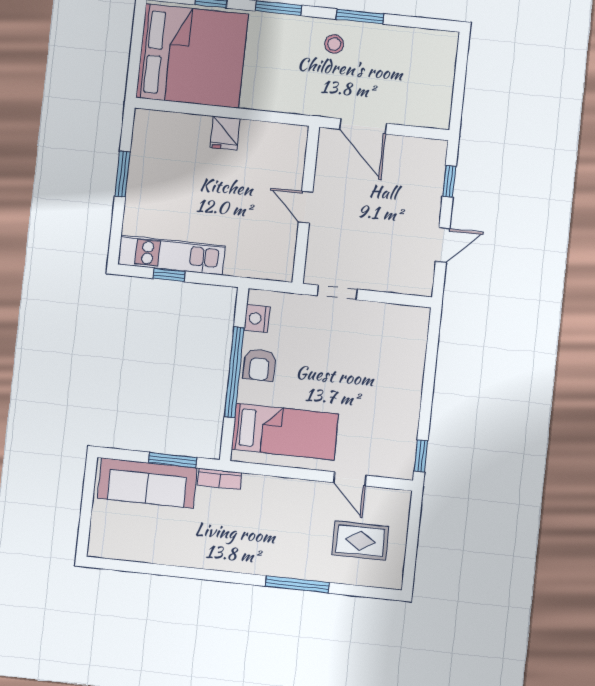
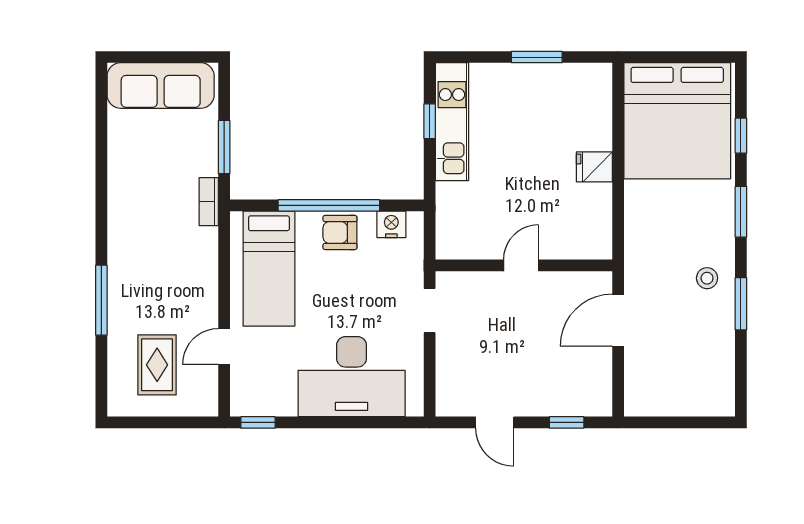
desk: (389, 368) -> (352, 377), added
sofa: (147, 483) -> (161, 85), moved, turned -90

